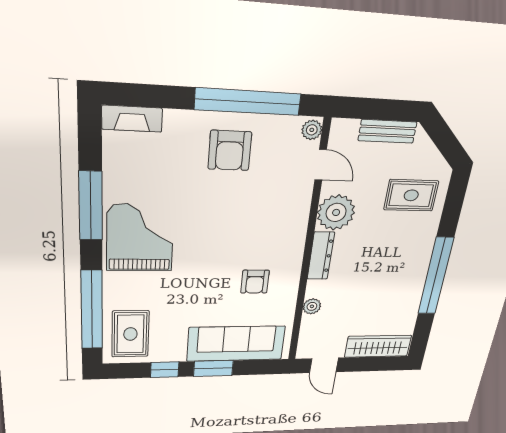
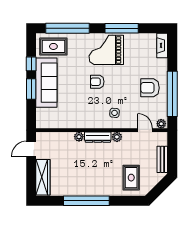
door: (321, 165) -> (145, 130), swing flipped
plant: (336, 212) -> (117, 137), width x0.53, depth x0.53
side table: (276, 224) -> (115, 113), added
grand piano: (140, 238) -> (106, 50), turned 180
armchair: (255, 282) -> (97, 82), moved
plant: (312, 306) -> (79, 137), moved
sofa: (236, 344) -> (46, 83), moved

